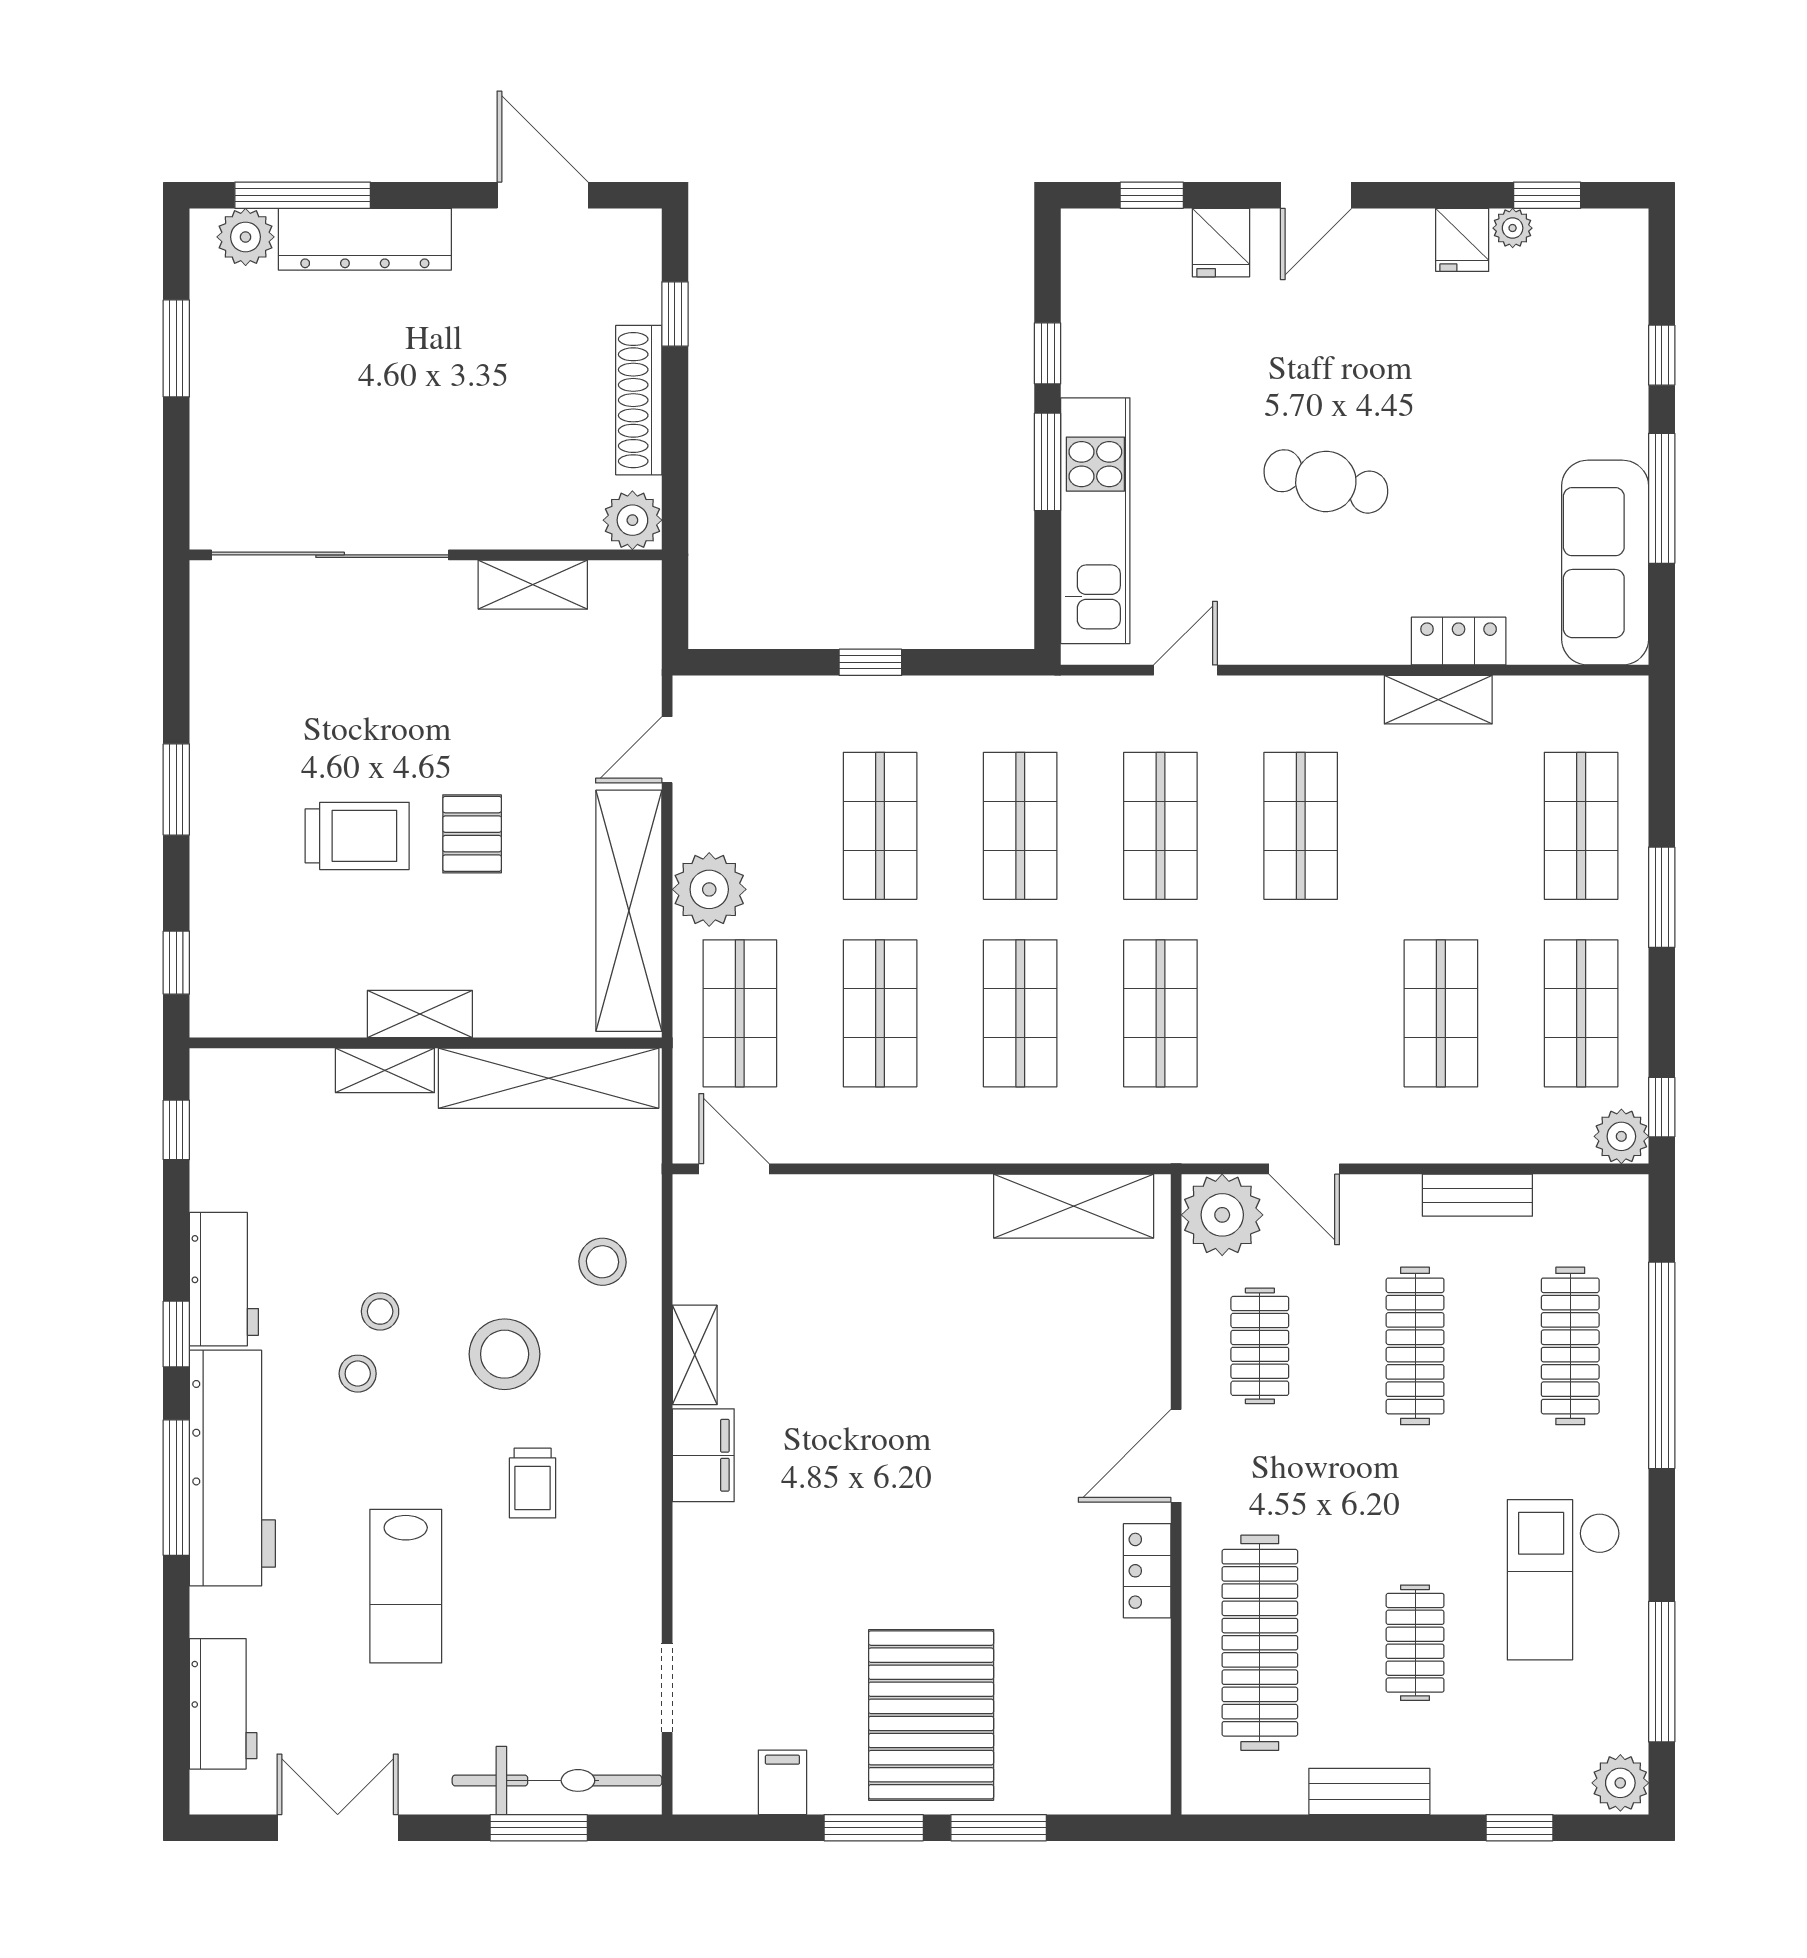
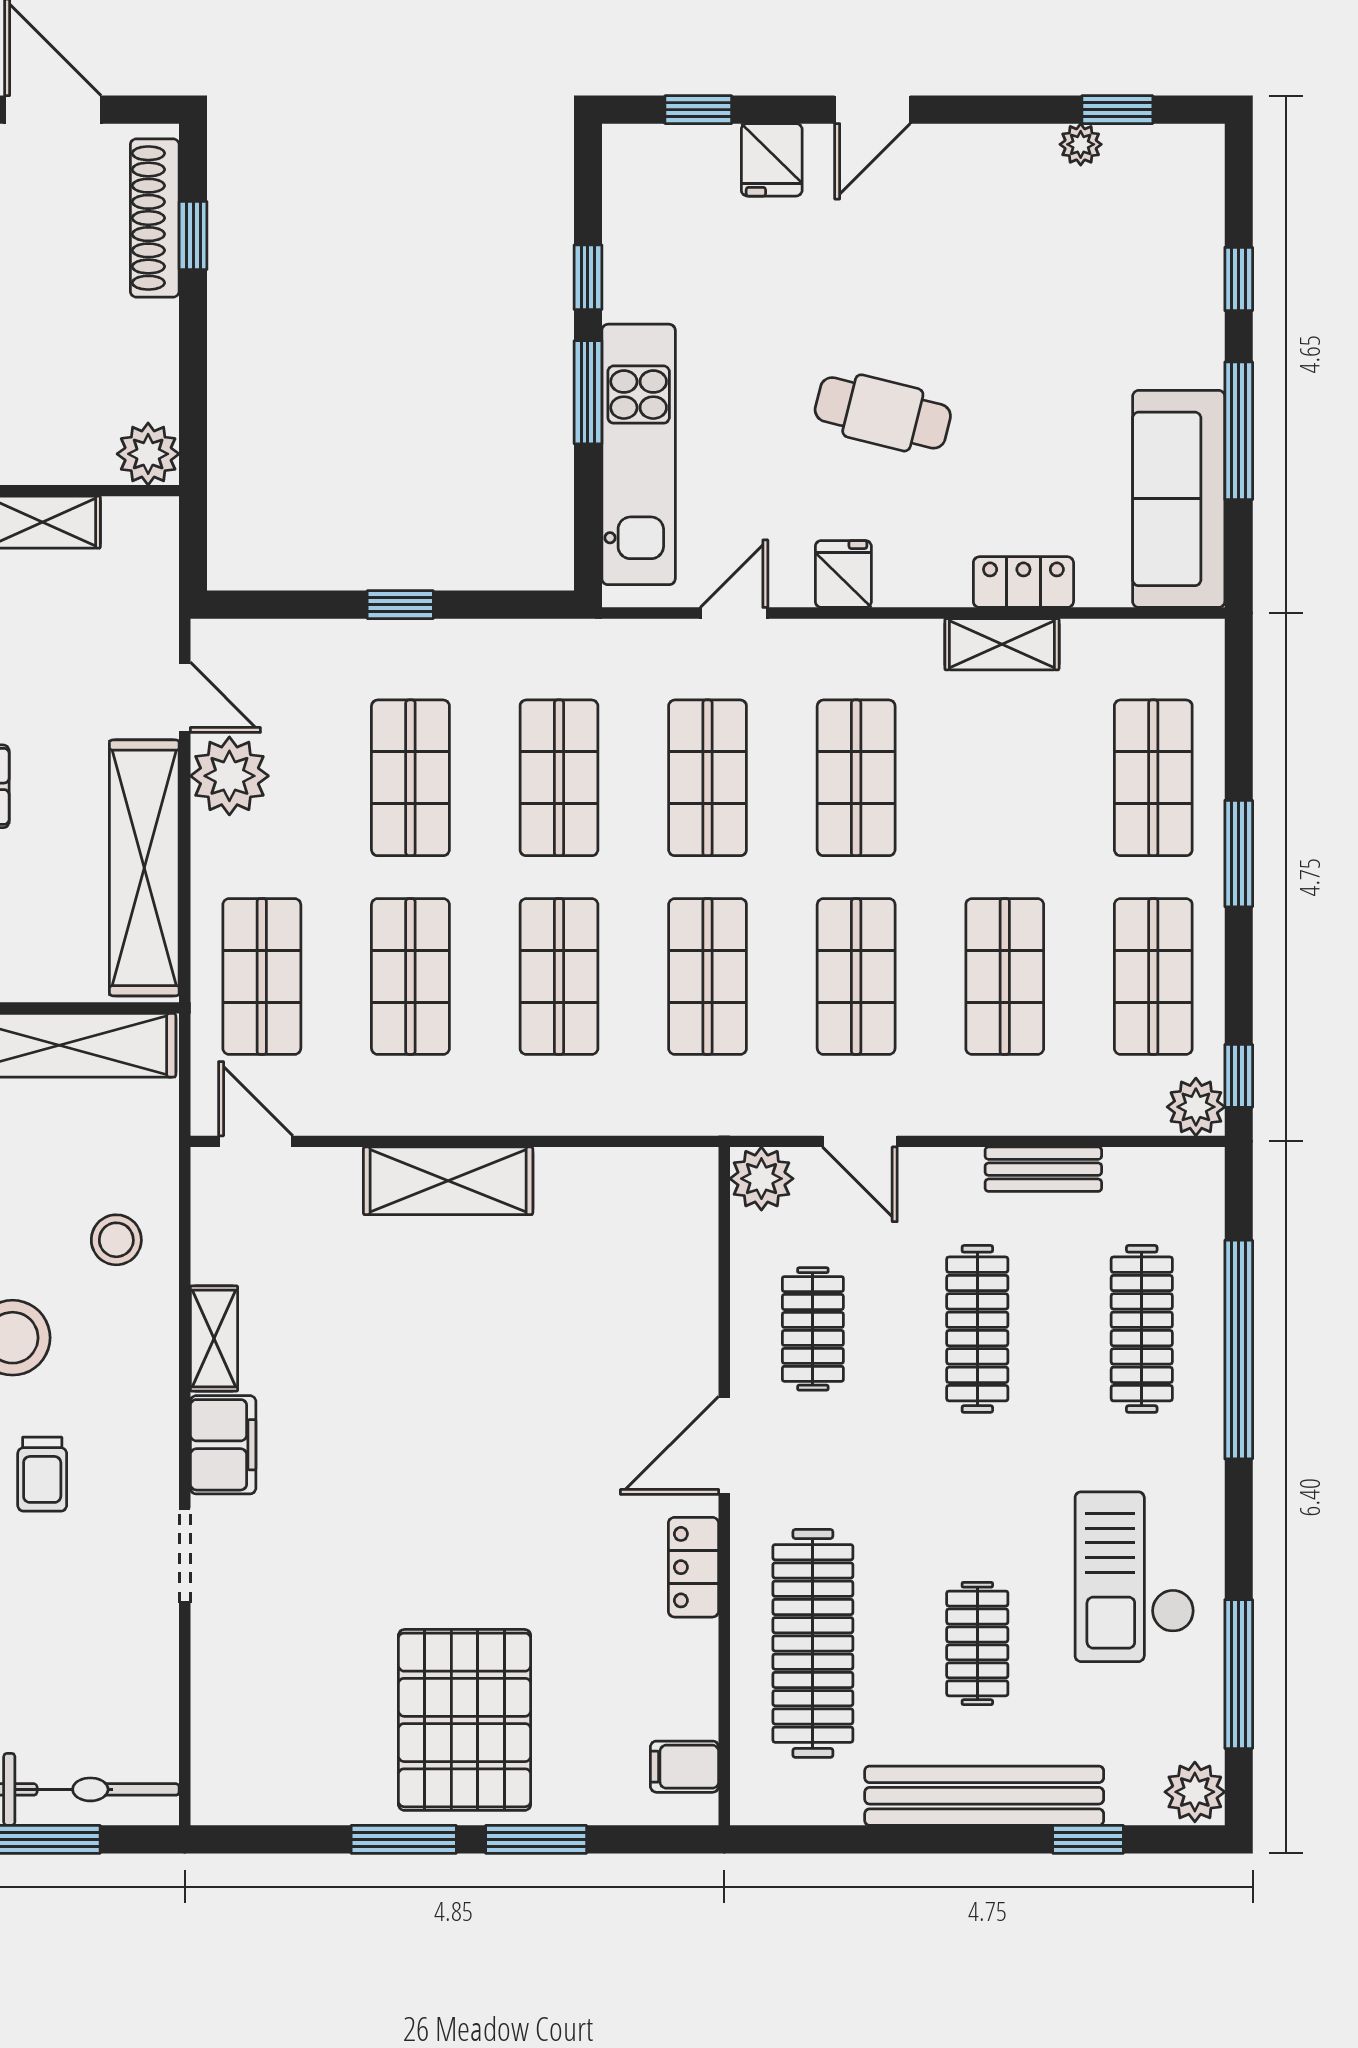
fridge: (1462, 240) -> (843, 574), moved, turned 180
shoe rack: (639, 400) -> (155, 218), moved
door: (667, 750) -> (185, 697), swing flipped
plant: (709, 889) -> (229, 776), moved
shop shelf: (1301, 1013) -> (856, 976), added
shelving: (1074, 1206) -> (448, 1181), moved
plant: (1222, 1215) -> (761, 1179), width x0.73, depth x0.73
doorway: (667, 1688) -> (185, 1555), moved
filing cabinet: (782, 1782) -> (685, 1767), moved, turned -90
bench: (1369, 1791) -> (984, 1796), width x1.86, depth x1.21

